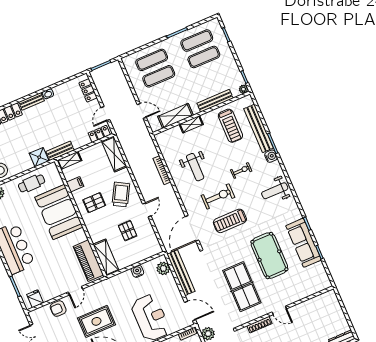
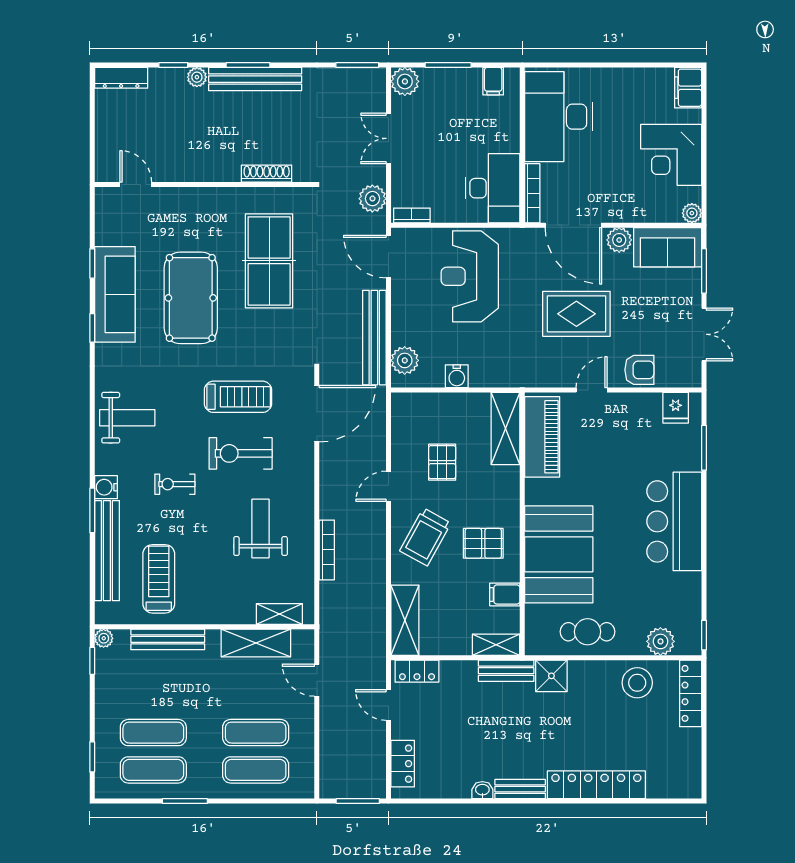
door: (105, 114) -> (388, 705), swing flipped
shelving: (191, 124) -> (279, 614), moved
door: (279, 310) -> (136, 185), moved

